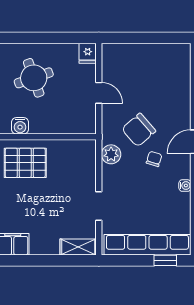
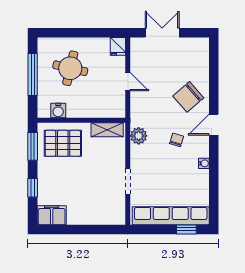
double door: (138, 38) -> (162, 33), added
round table: (34, 78) -> (70, 68), turned 32
chair: (139, 130) -> (188, 97), moved
shelving: (78, 247) -> (107, 130), moved

